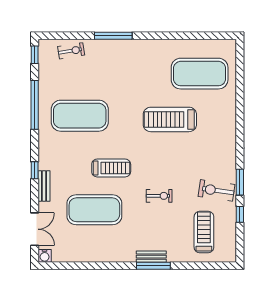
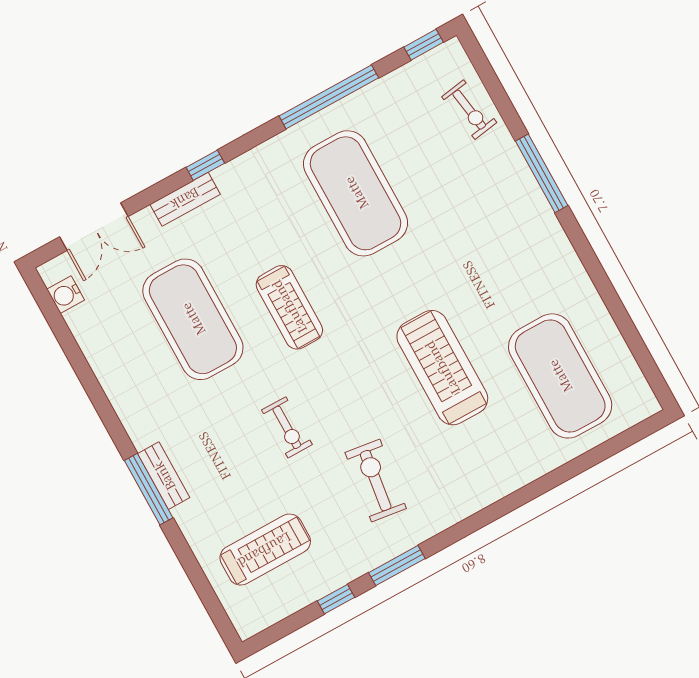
exercise bike: (216, 190) -> (376, 481), moved
water cooler: (45, 256) -> (66, 295), moved

